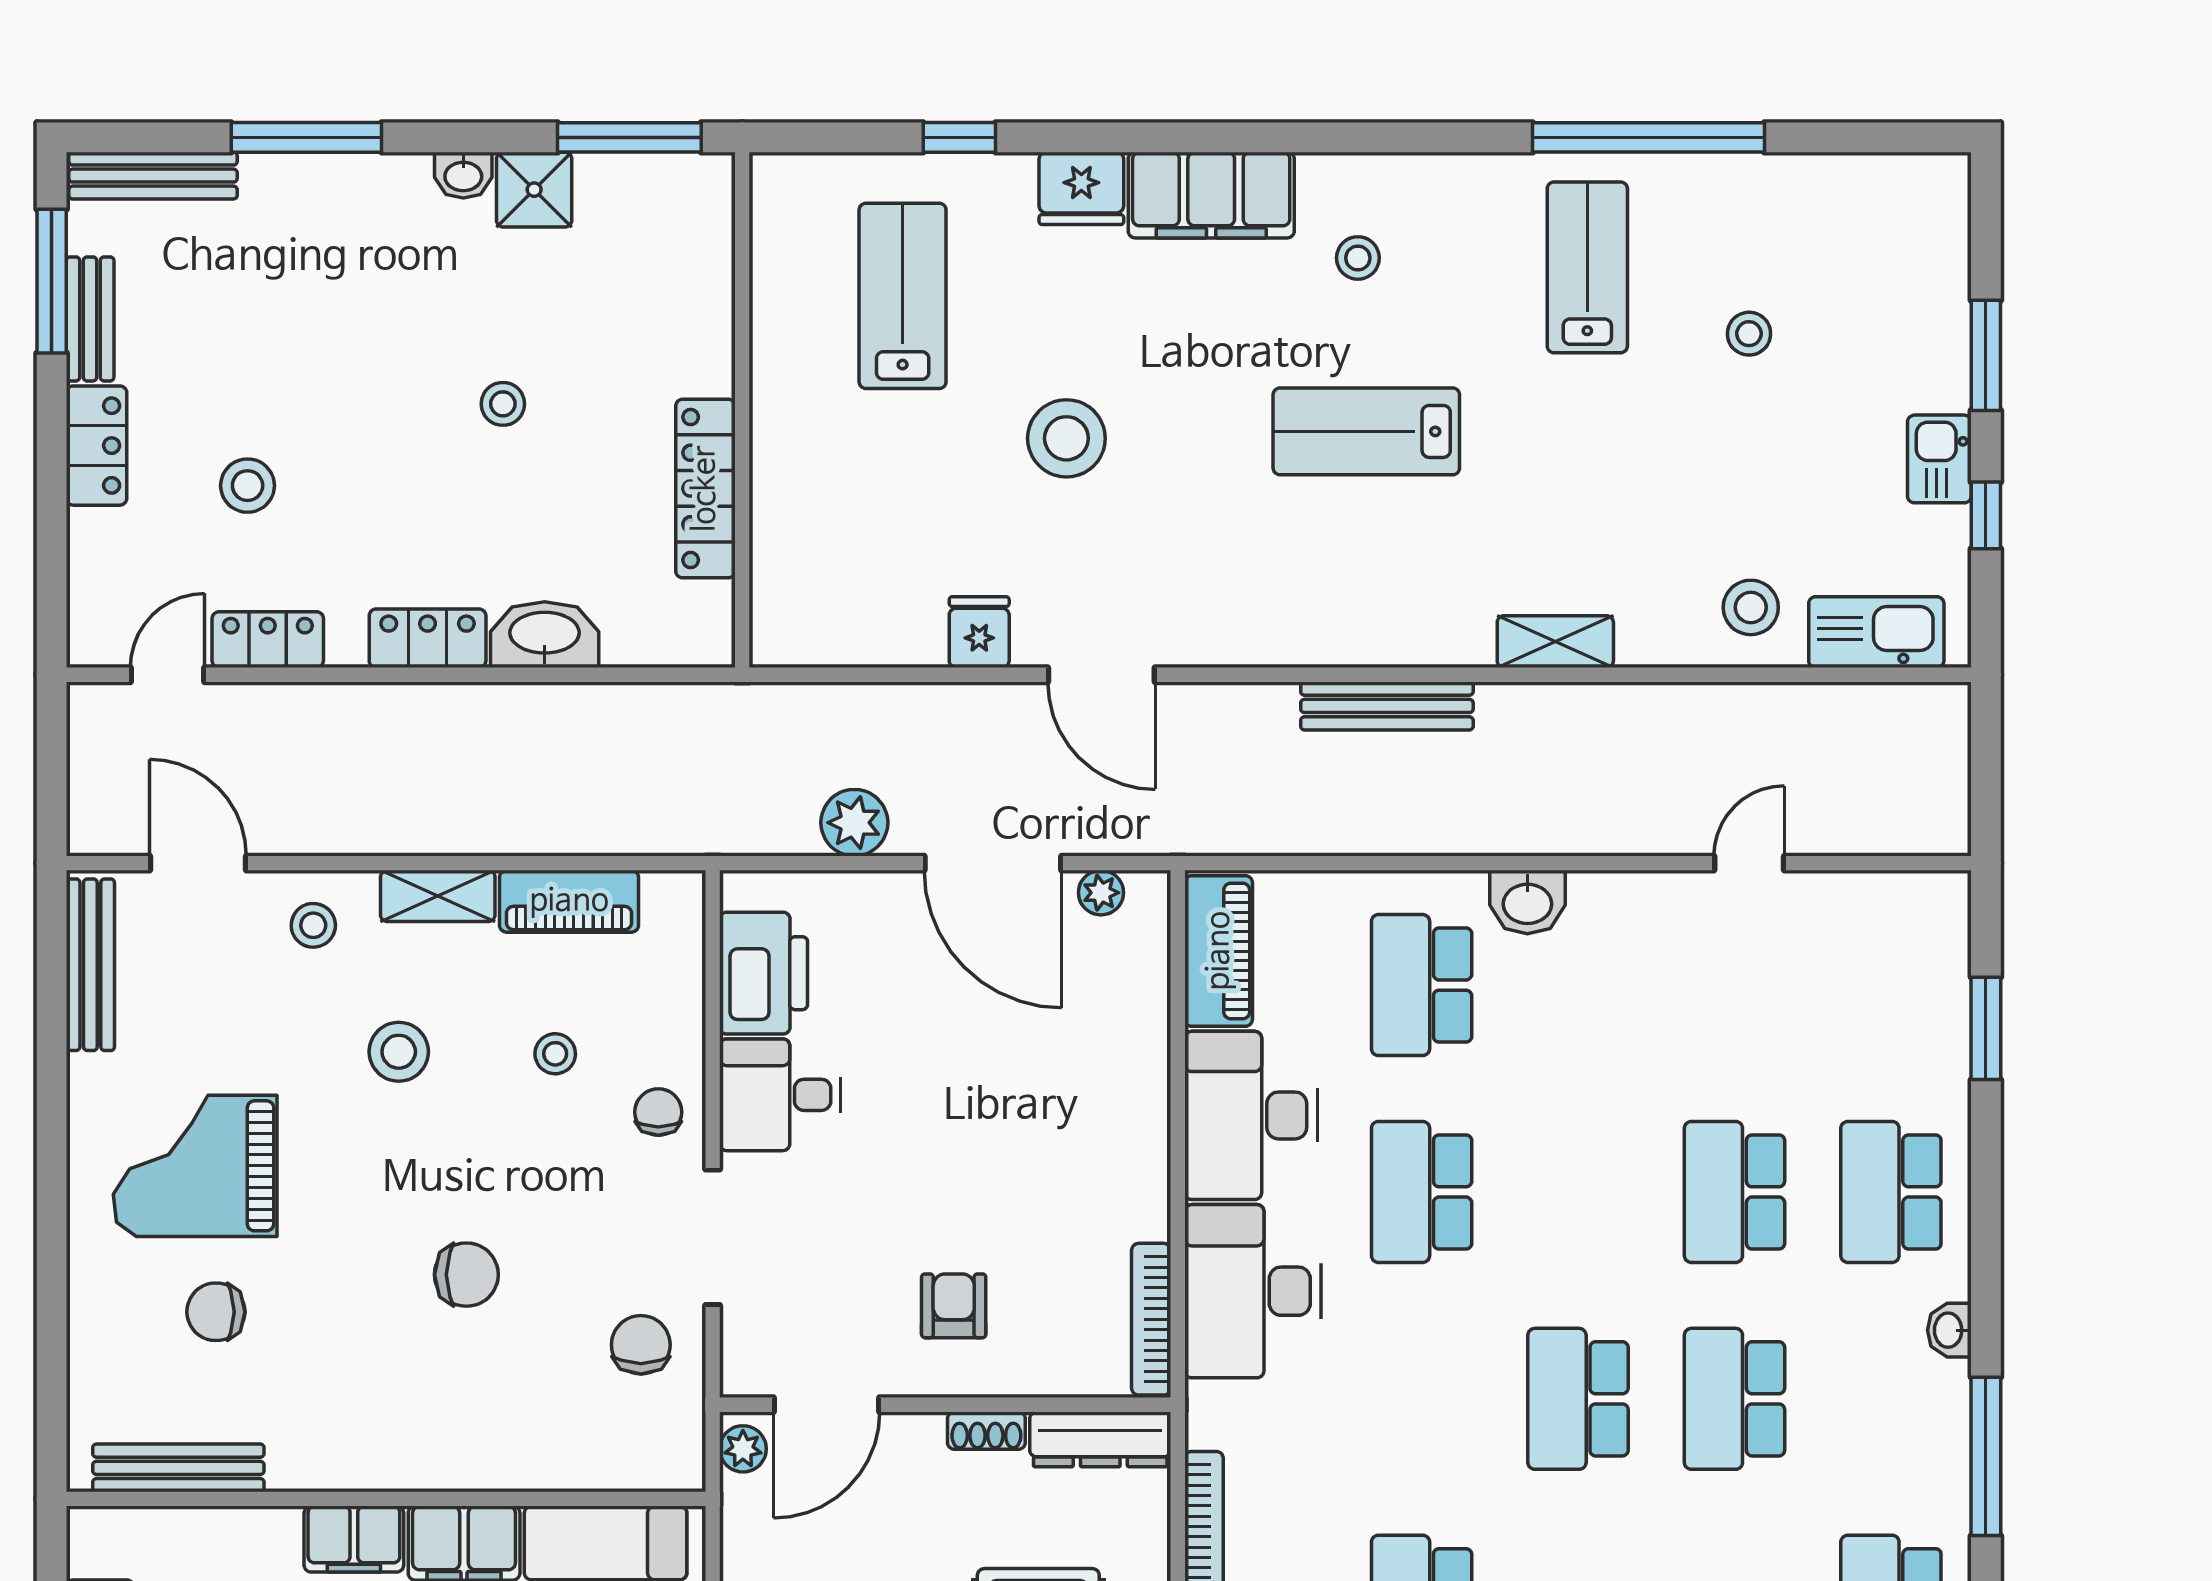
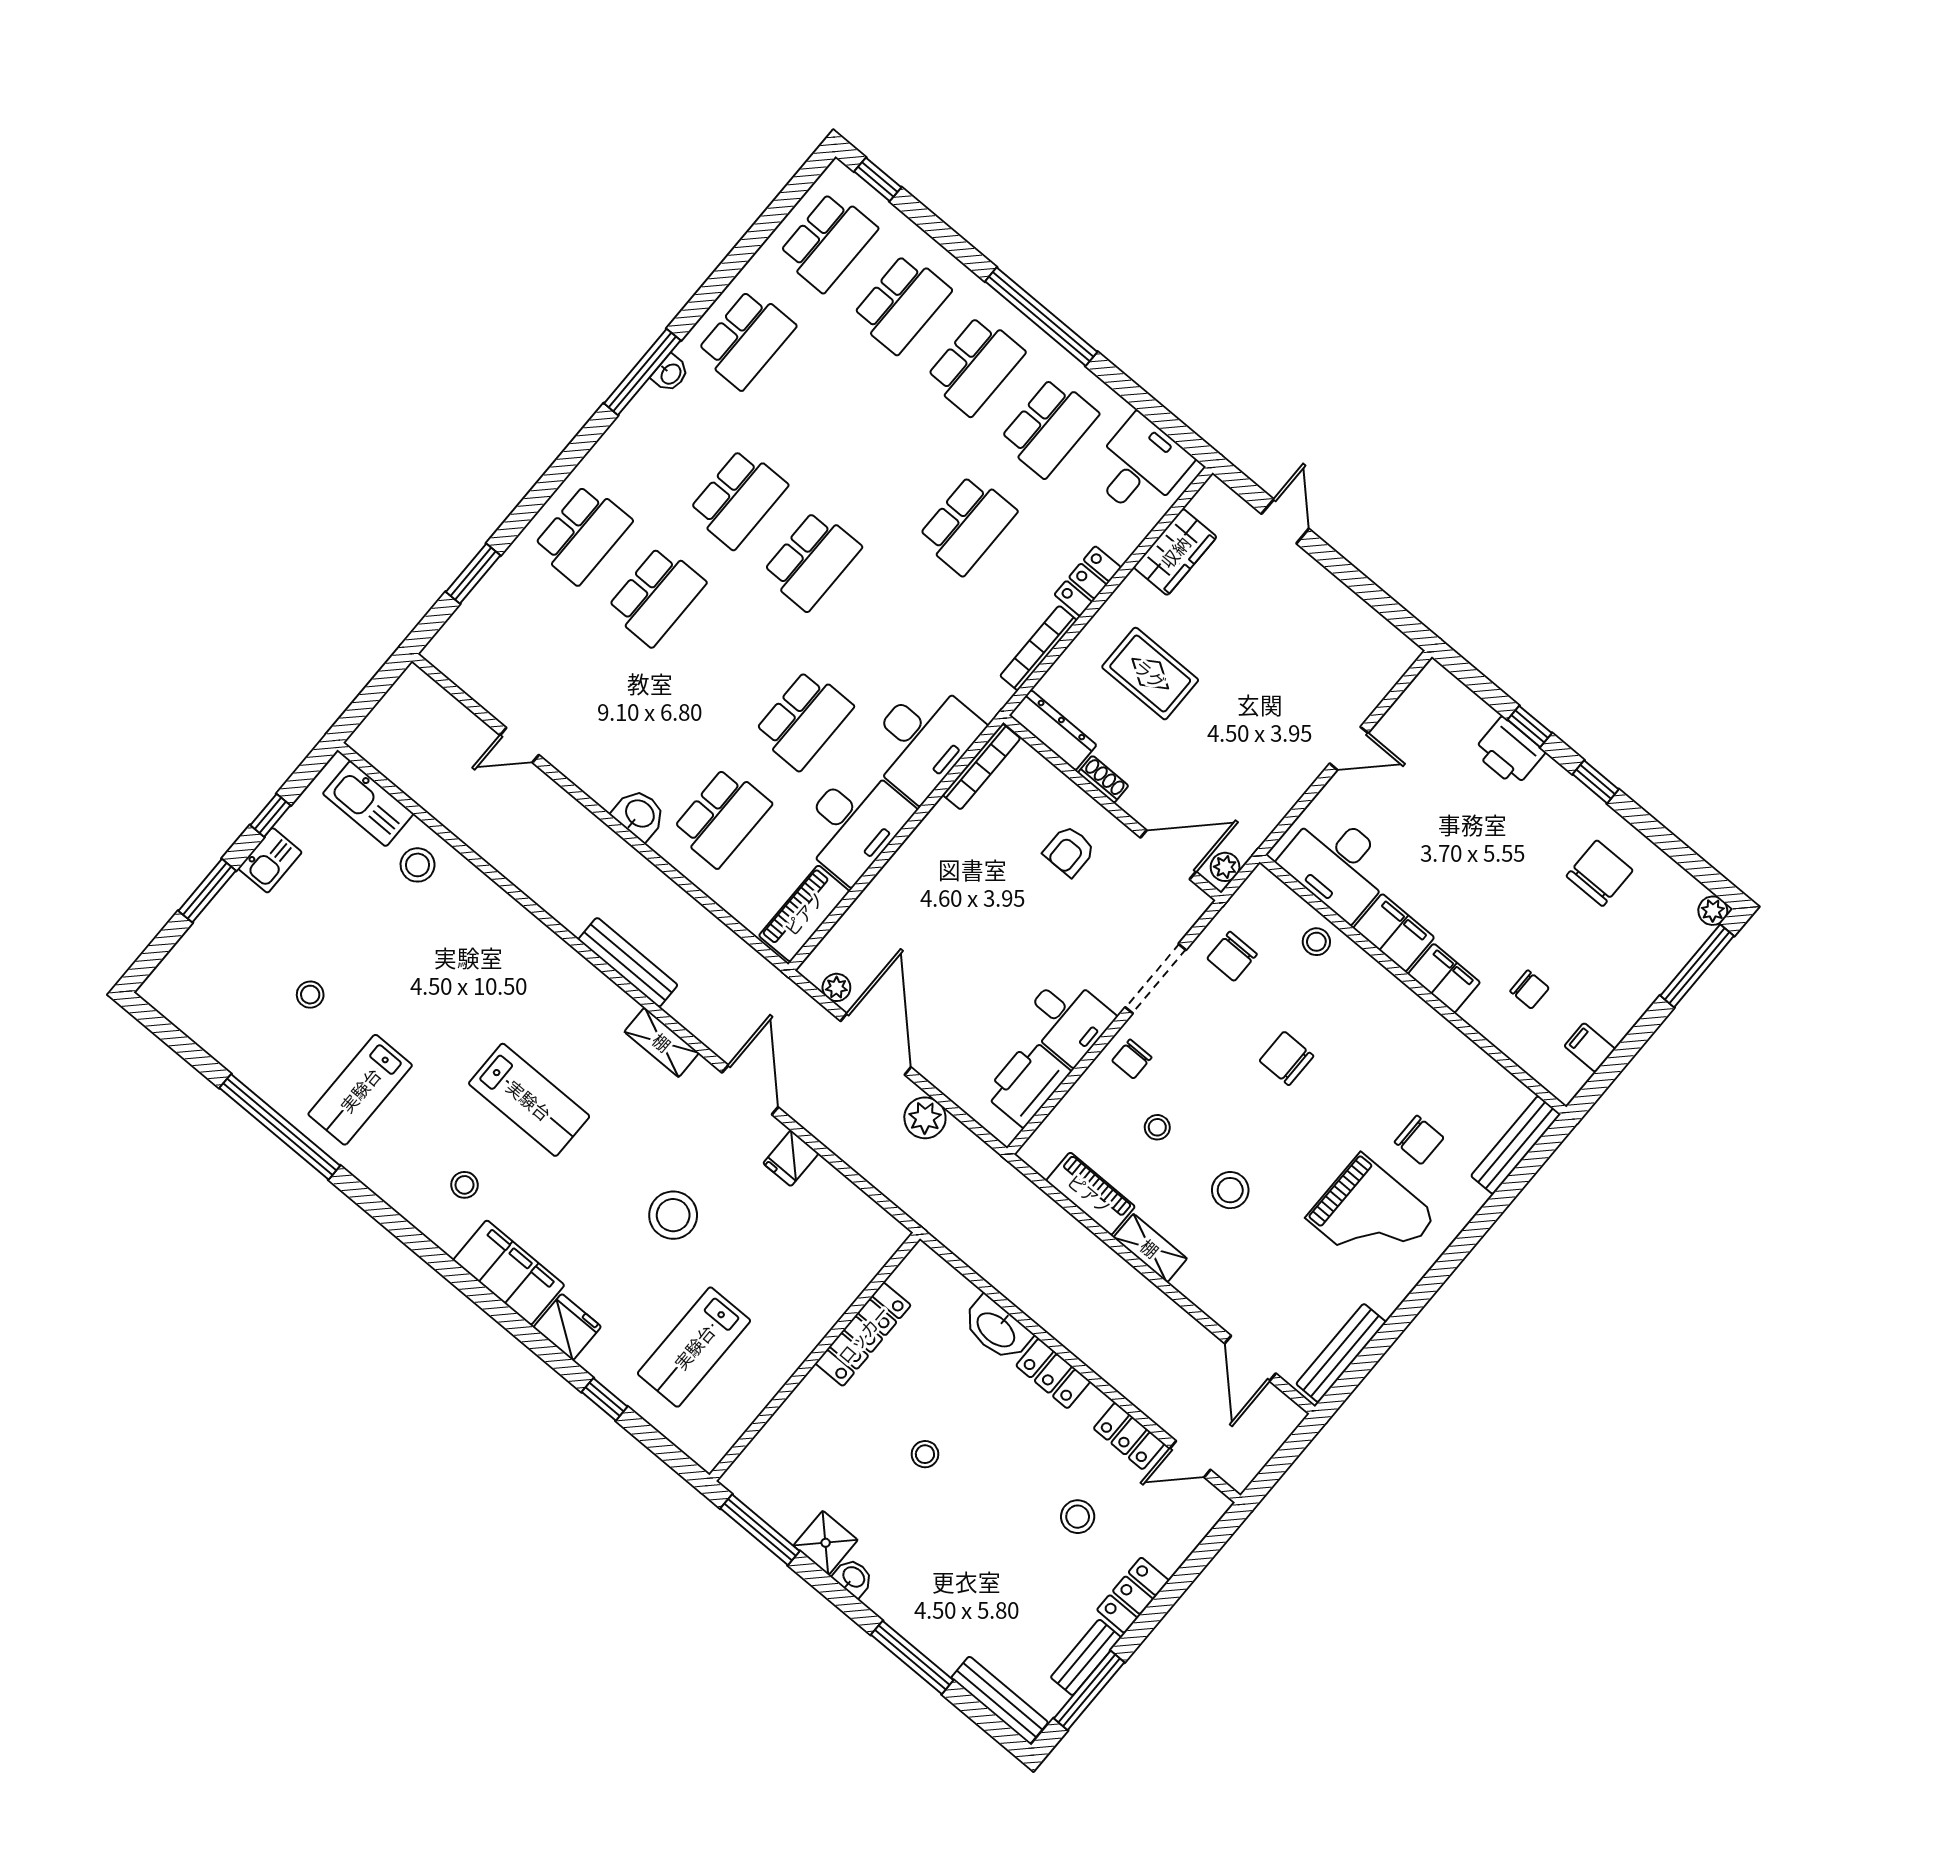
shelving: (1555, 642) -> (662, 1042), moved
stool: (313, 925) -> (1316, 942), moved
washbasin: (1949, 1330) -> (670, 374), moved
bench: (178, 1468) -> (1516, 1145), moved, turned 90

